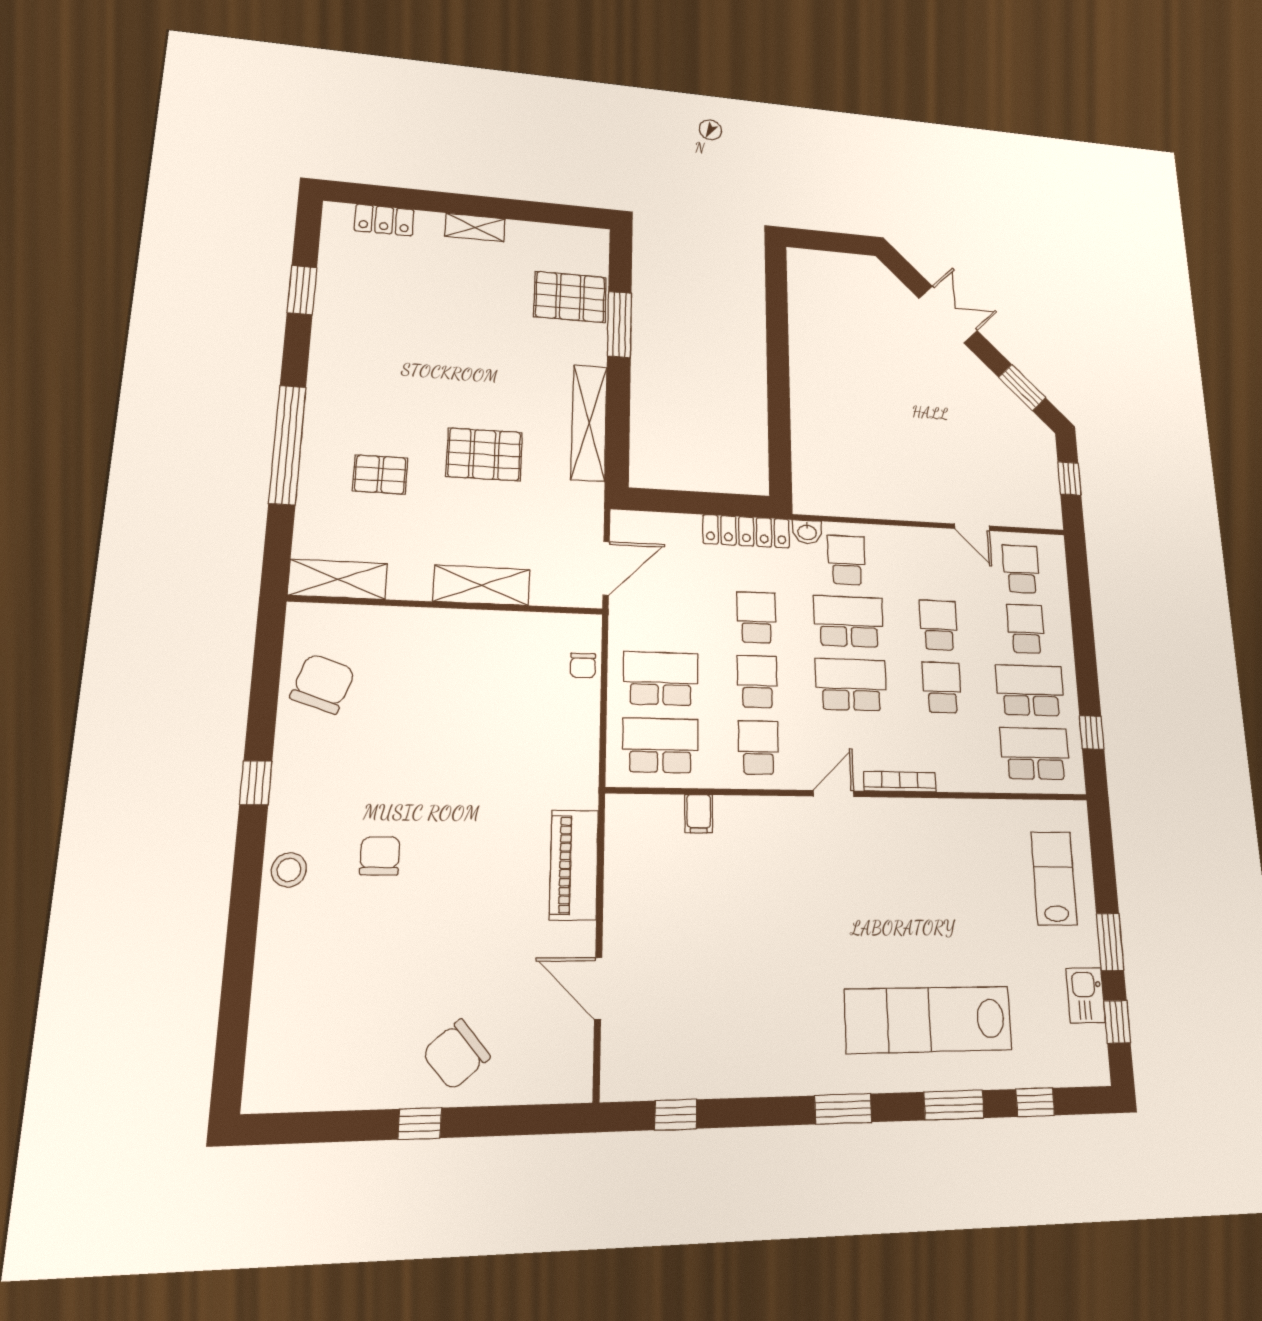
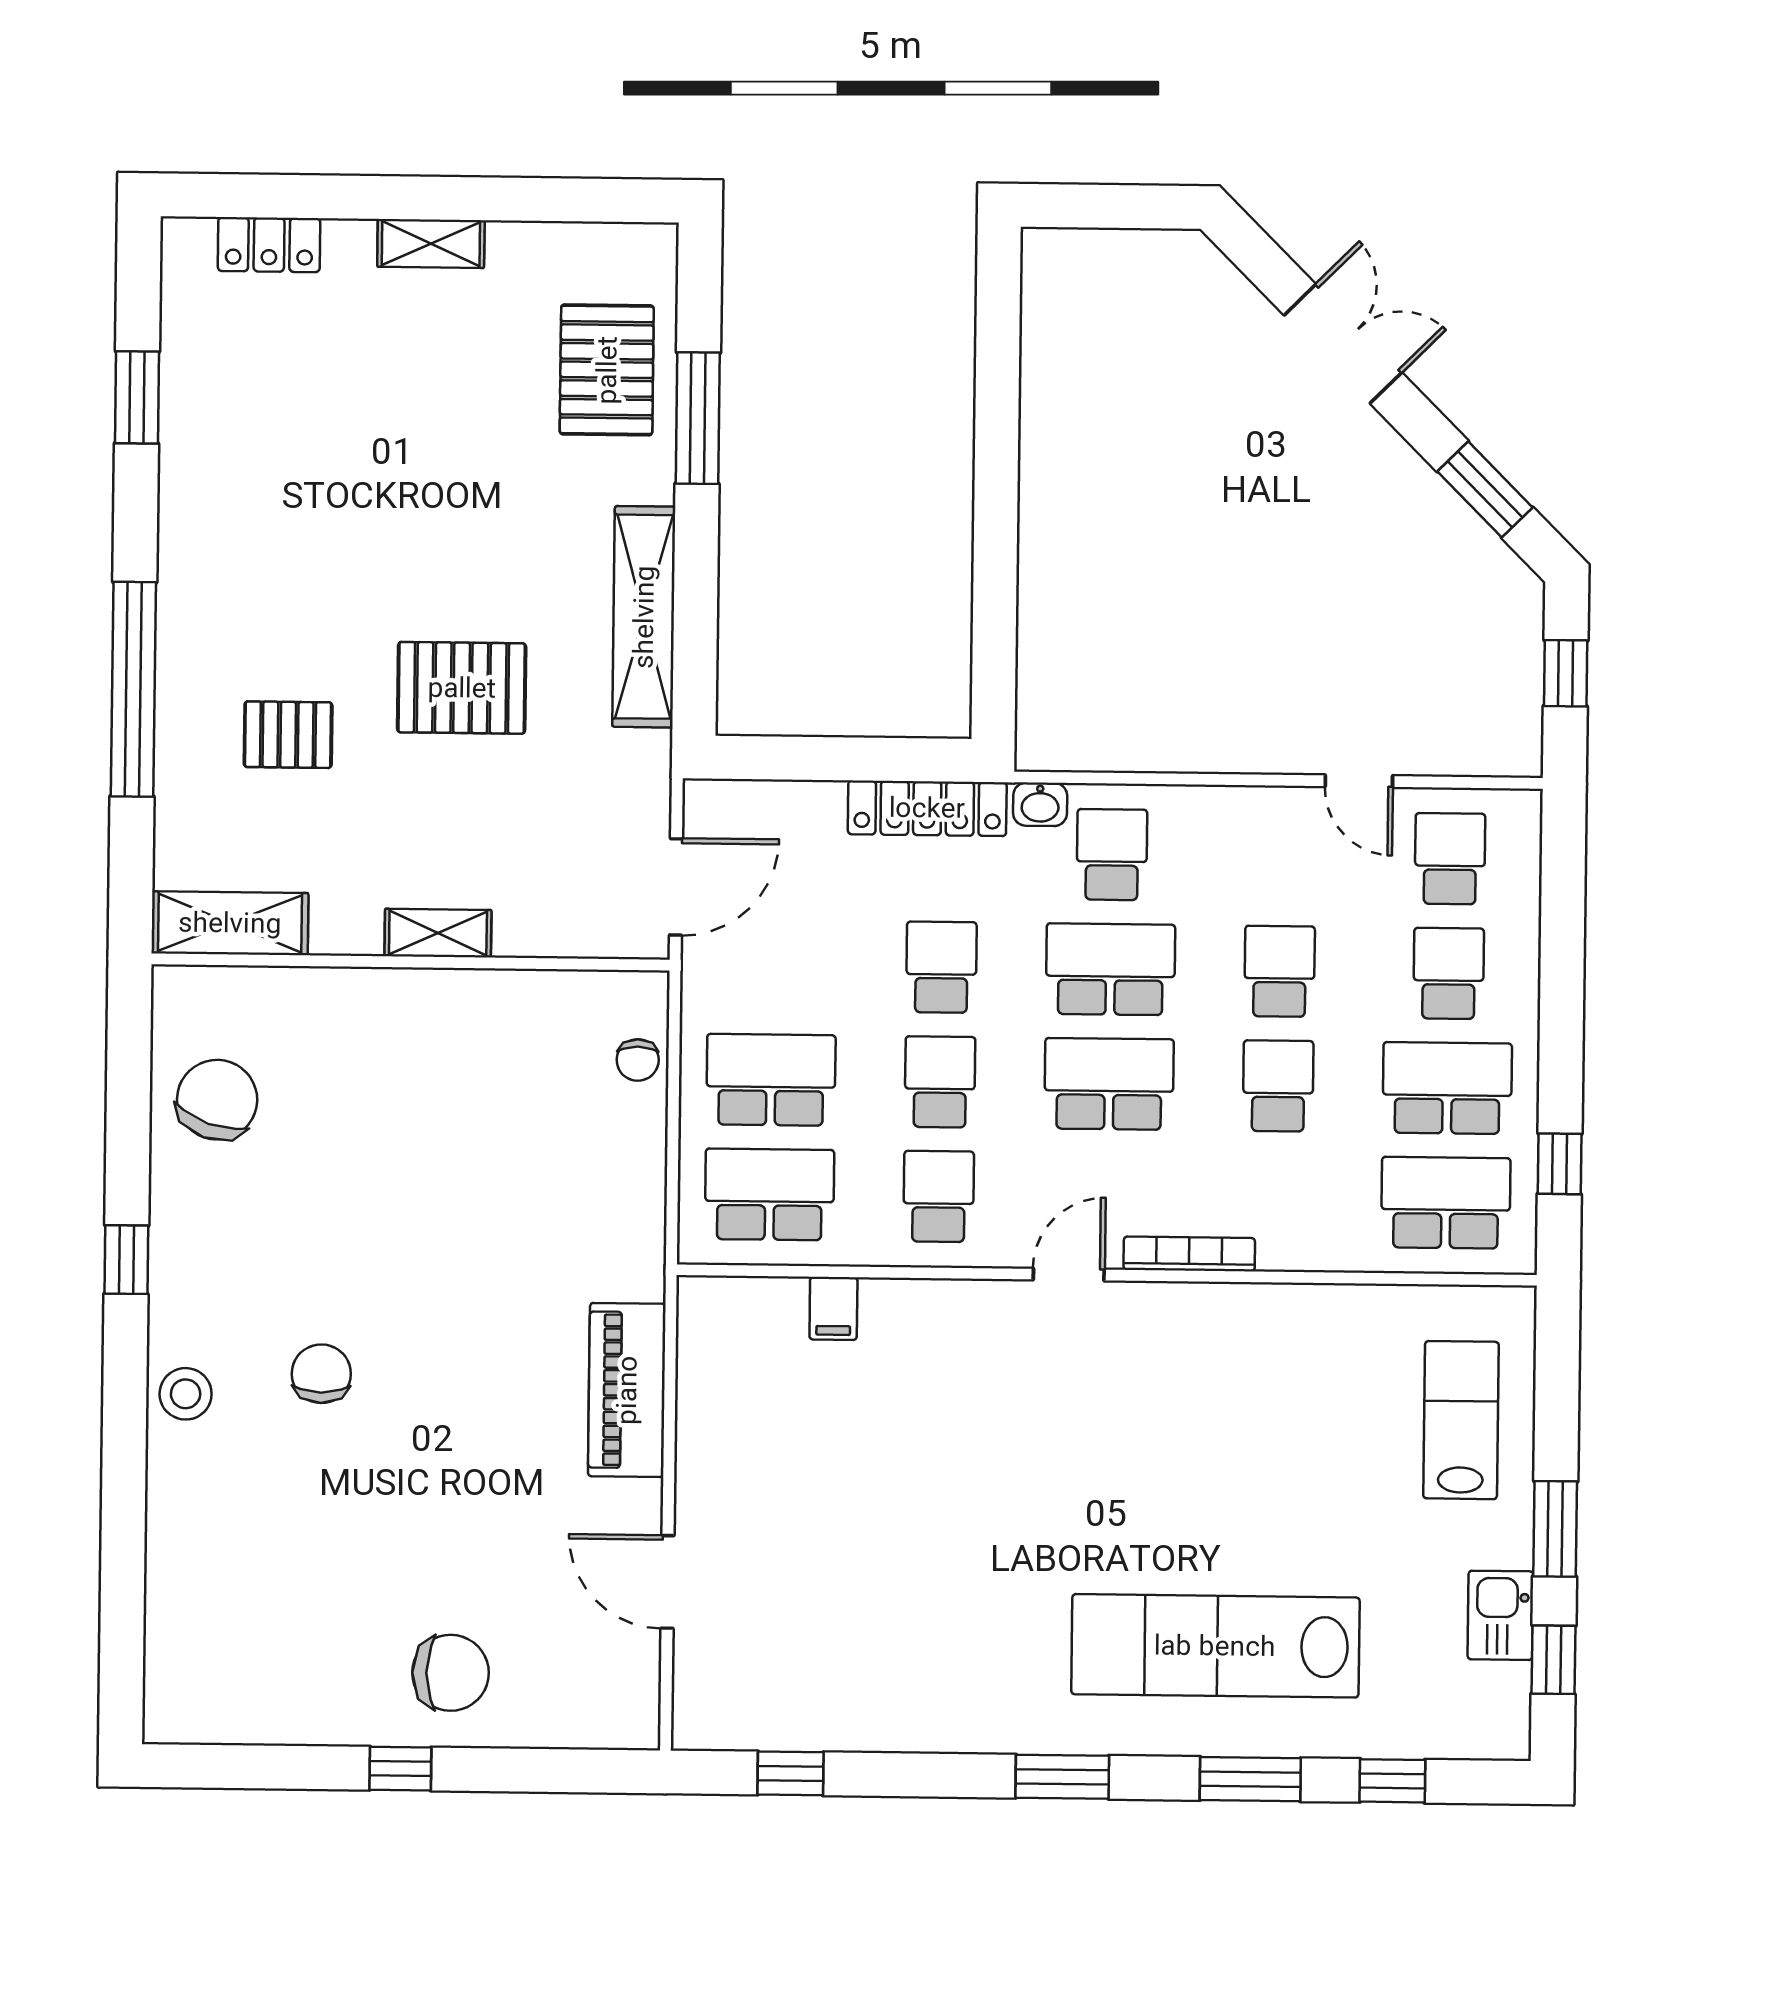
pallet: (570, 297) -> (607, 370), turned 90
shelving: (482, 585) -> (438, 933), width x0.67, depth x0.75
chair: (456, 1055) -> (451, 1673), turned -140

